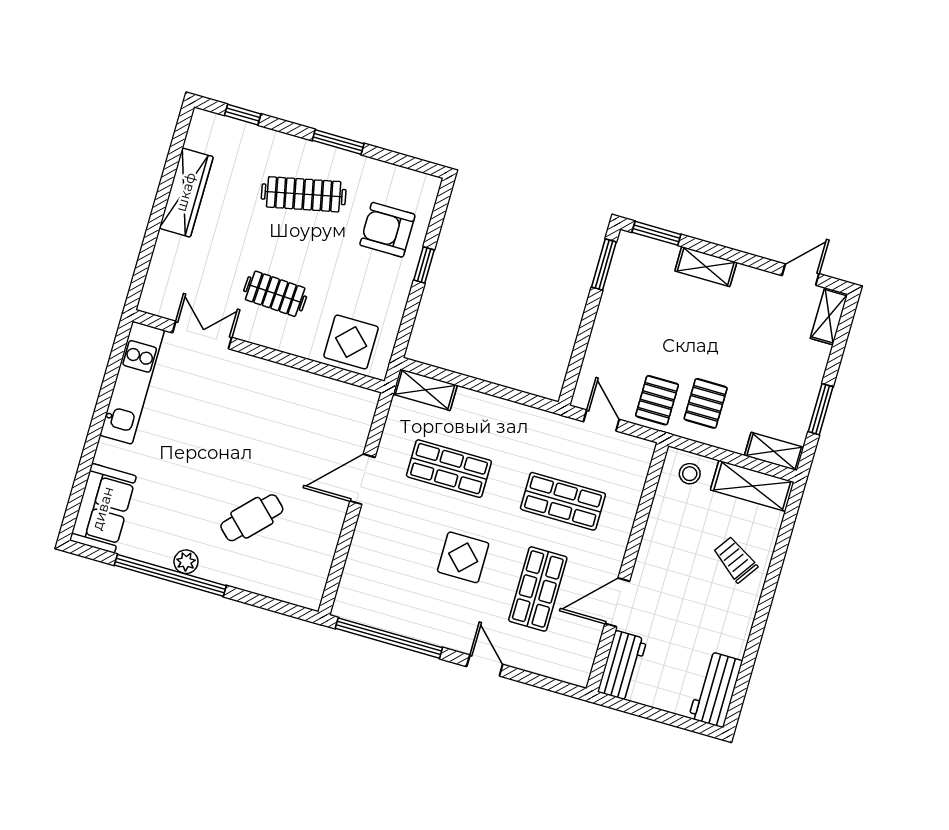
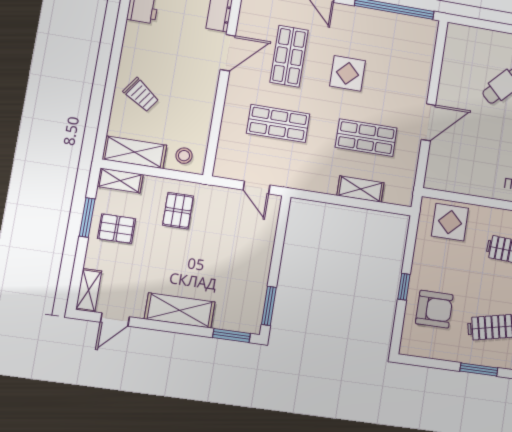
shelving: (706, 267) -> (180, 310), width x1.50, depth x1.33
shelving: (425, 390) -> (360, 189), moved
pallet: (657, 400) -> (117, 229), moved, turned 90

